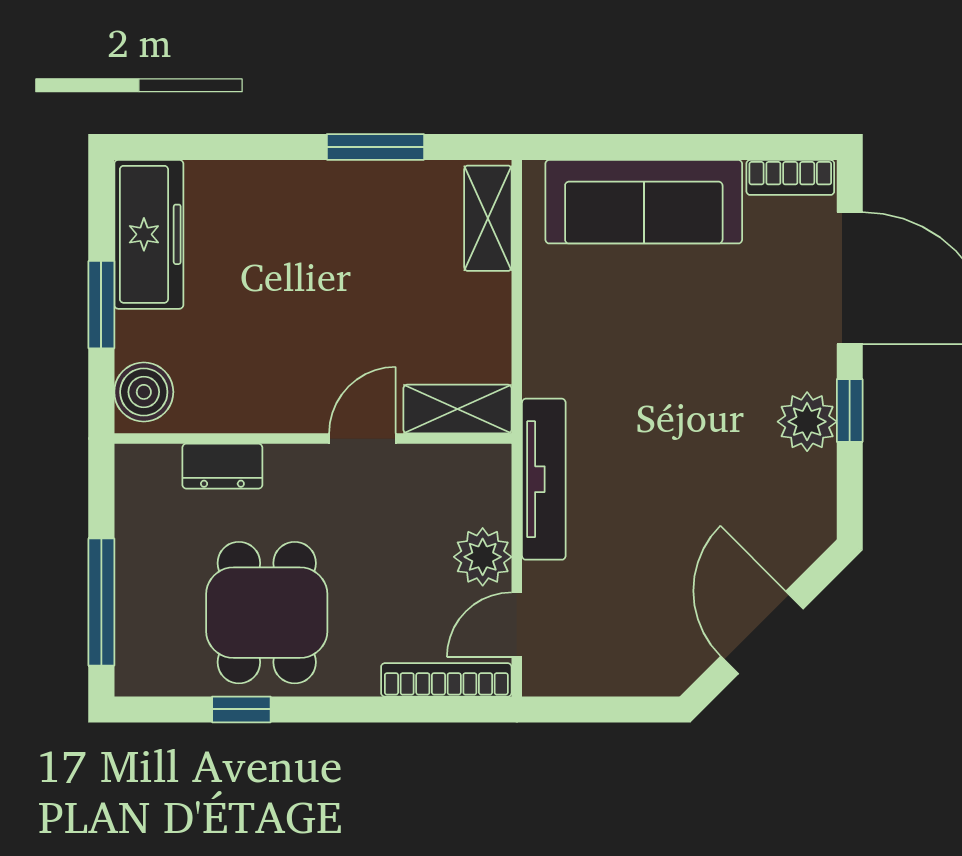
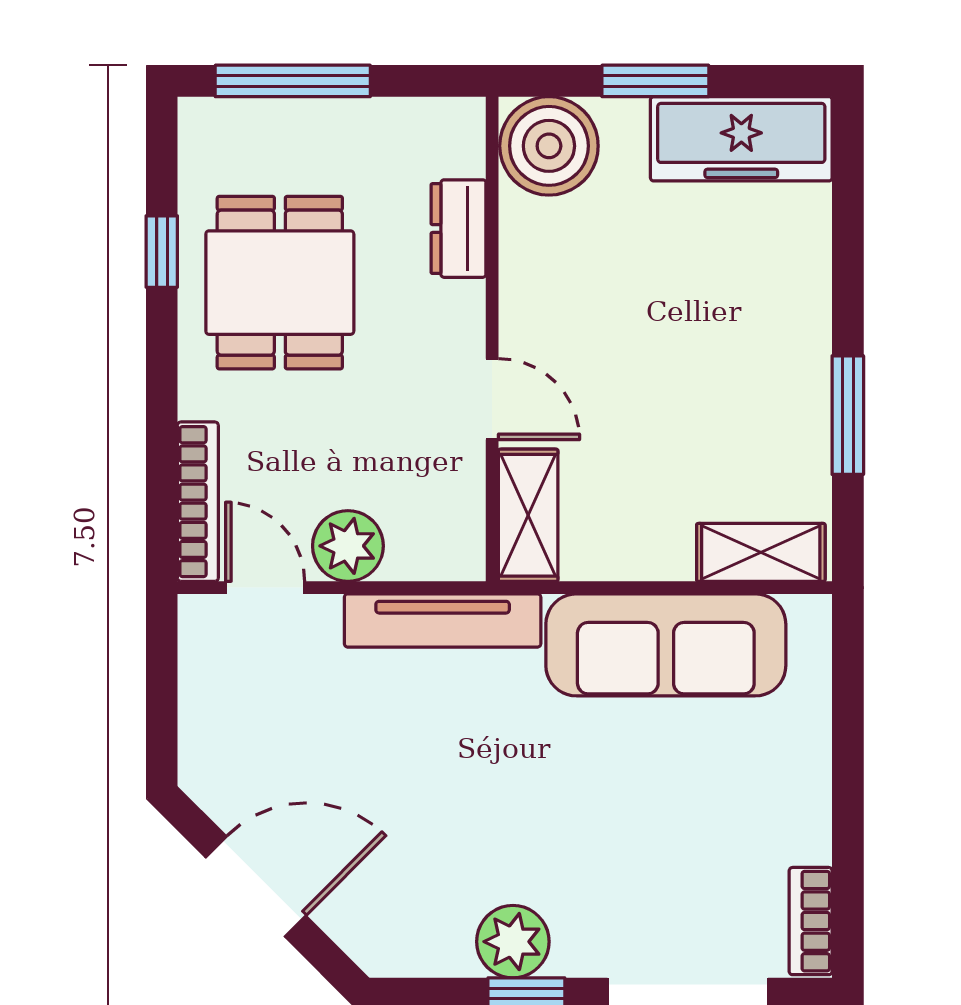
sofa: (644, 202) -> (666, 645), moved, turned -90
boiler: (144, 392) -> (549, 146), width x1.37, depth x1.37
dining table: (267, 613) -> (280, 283), turned 90

